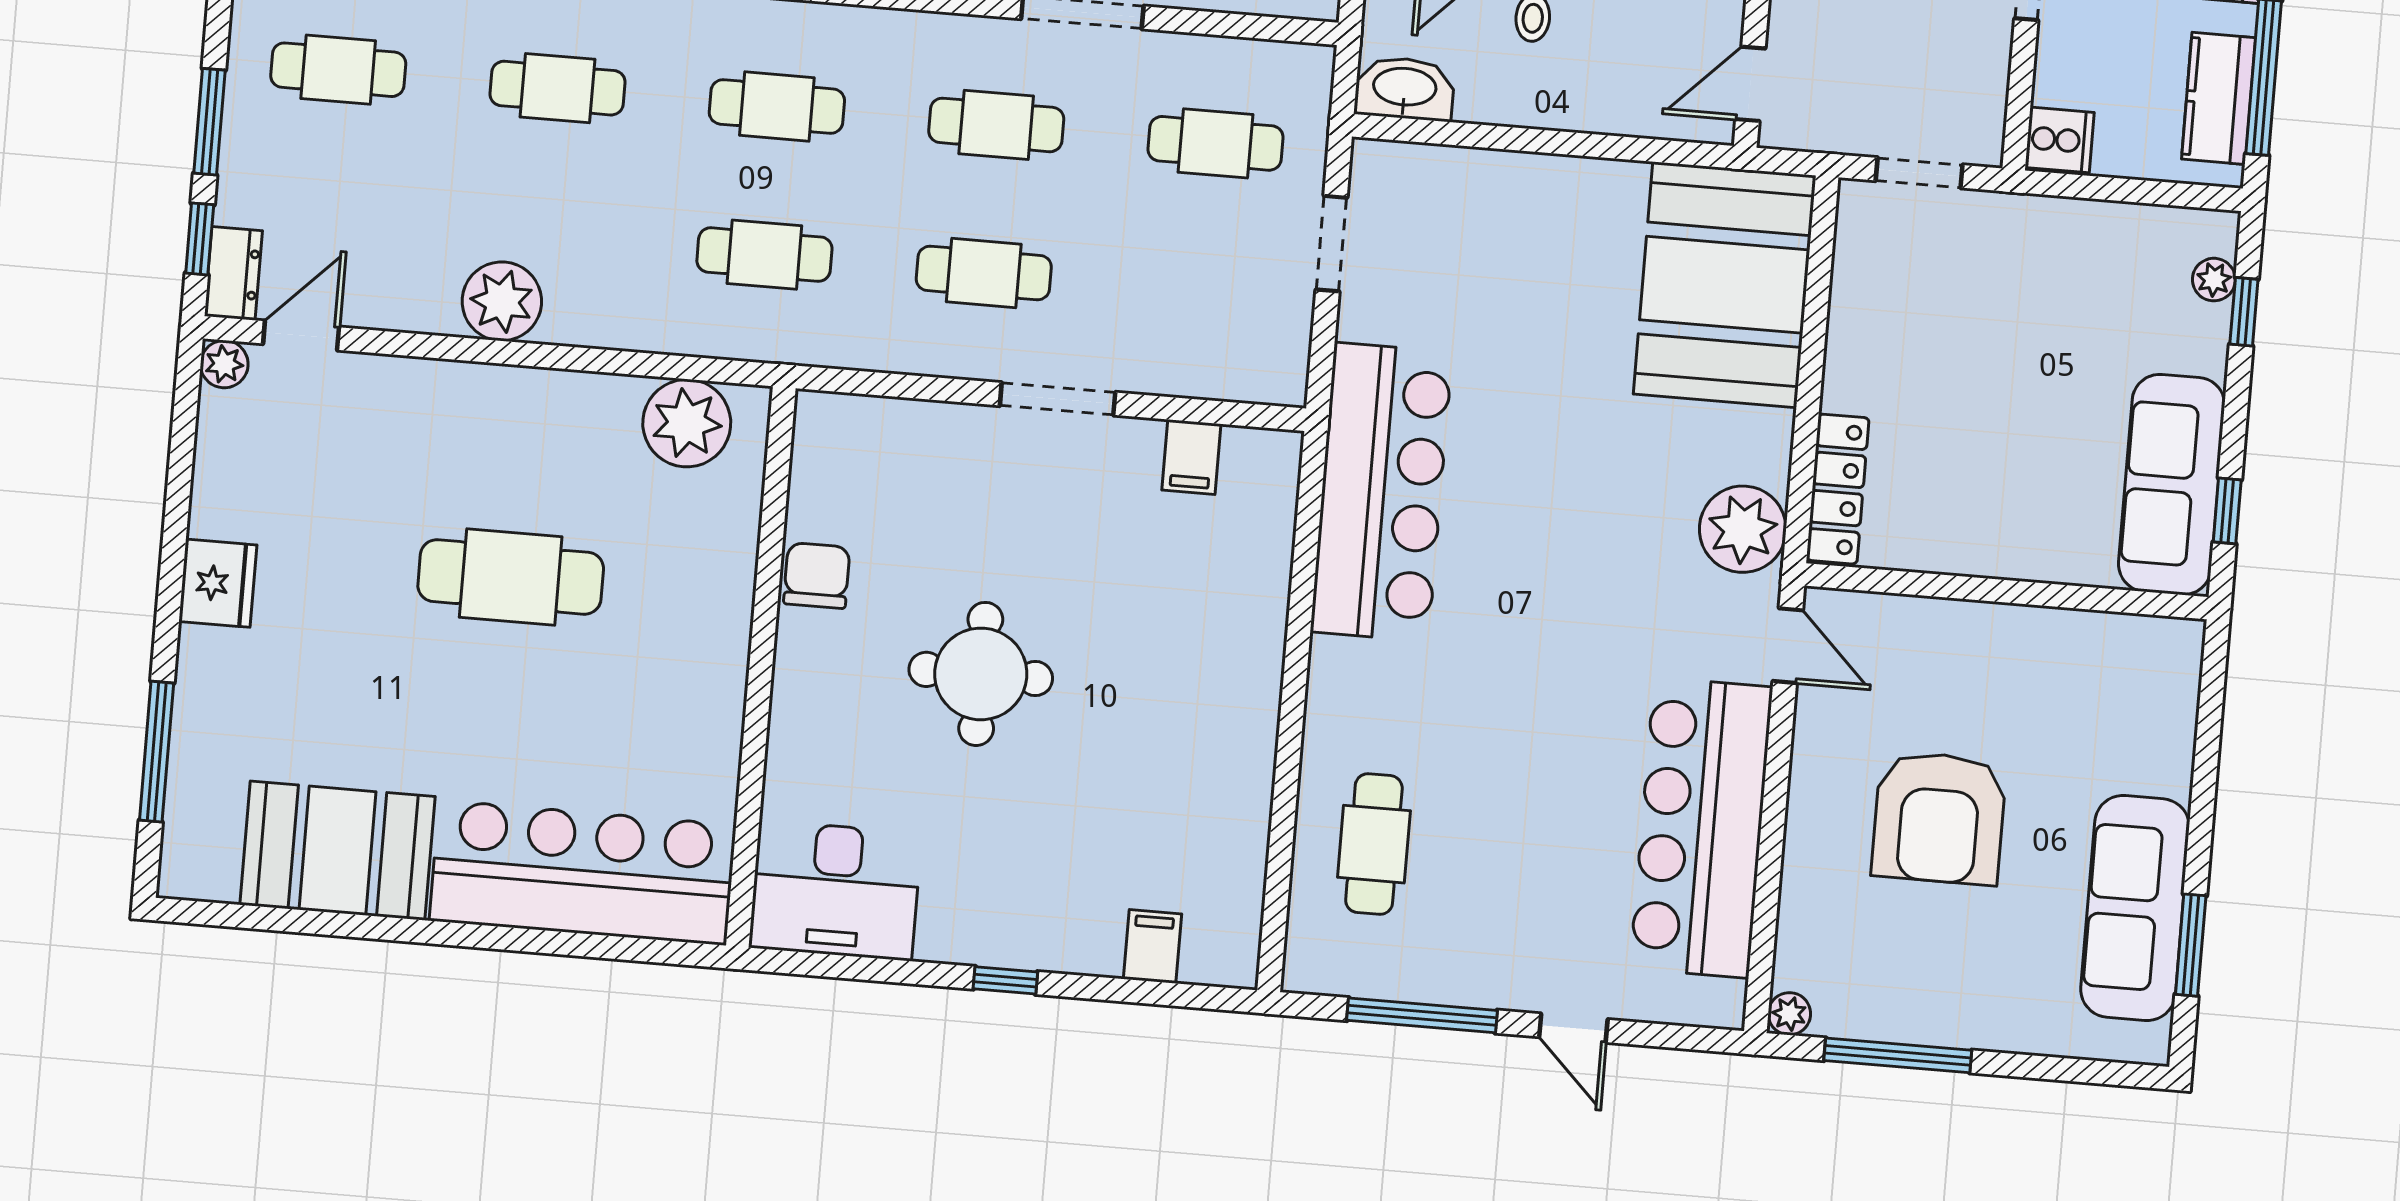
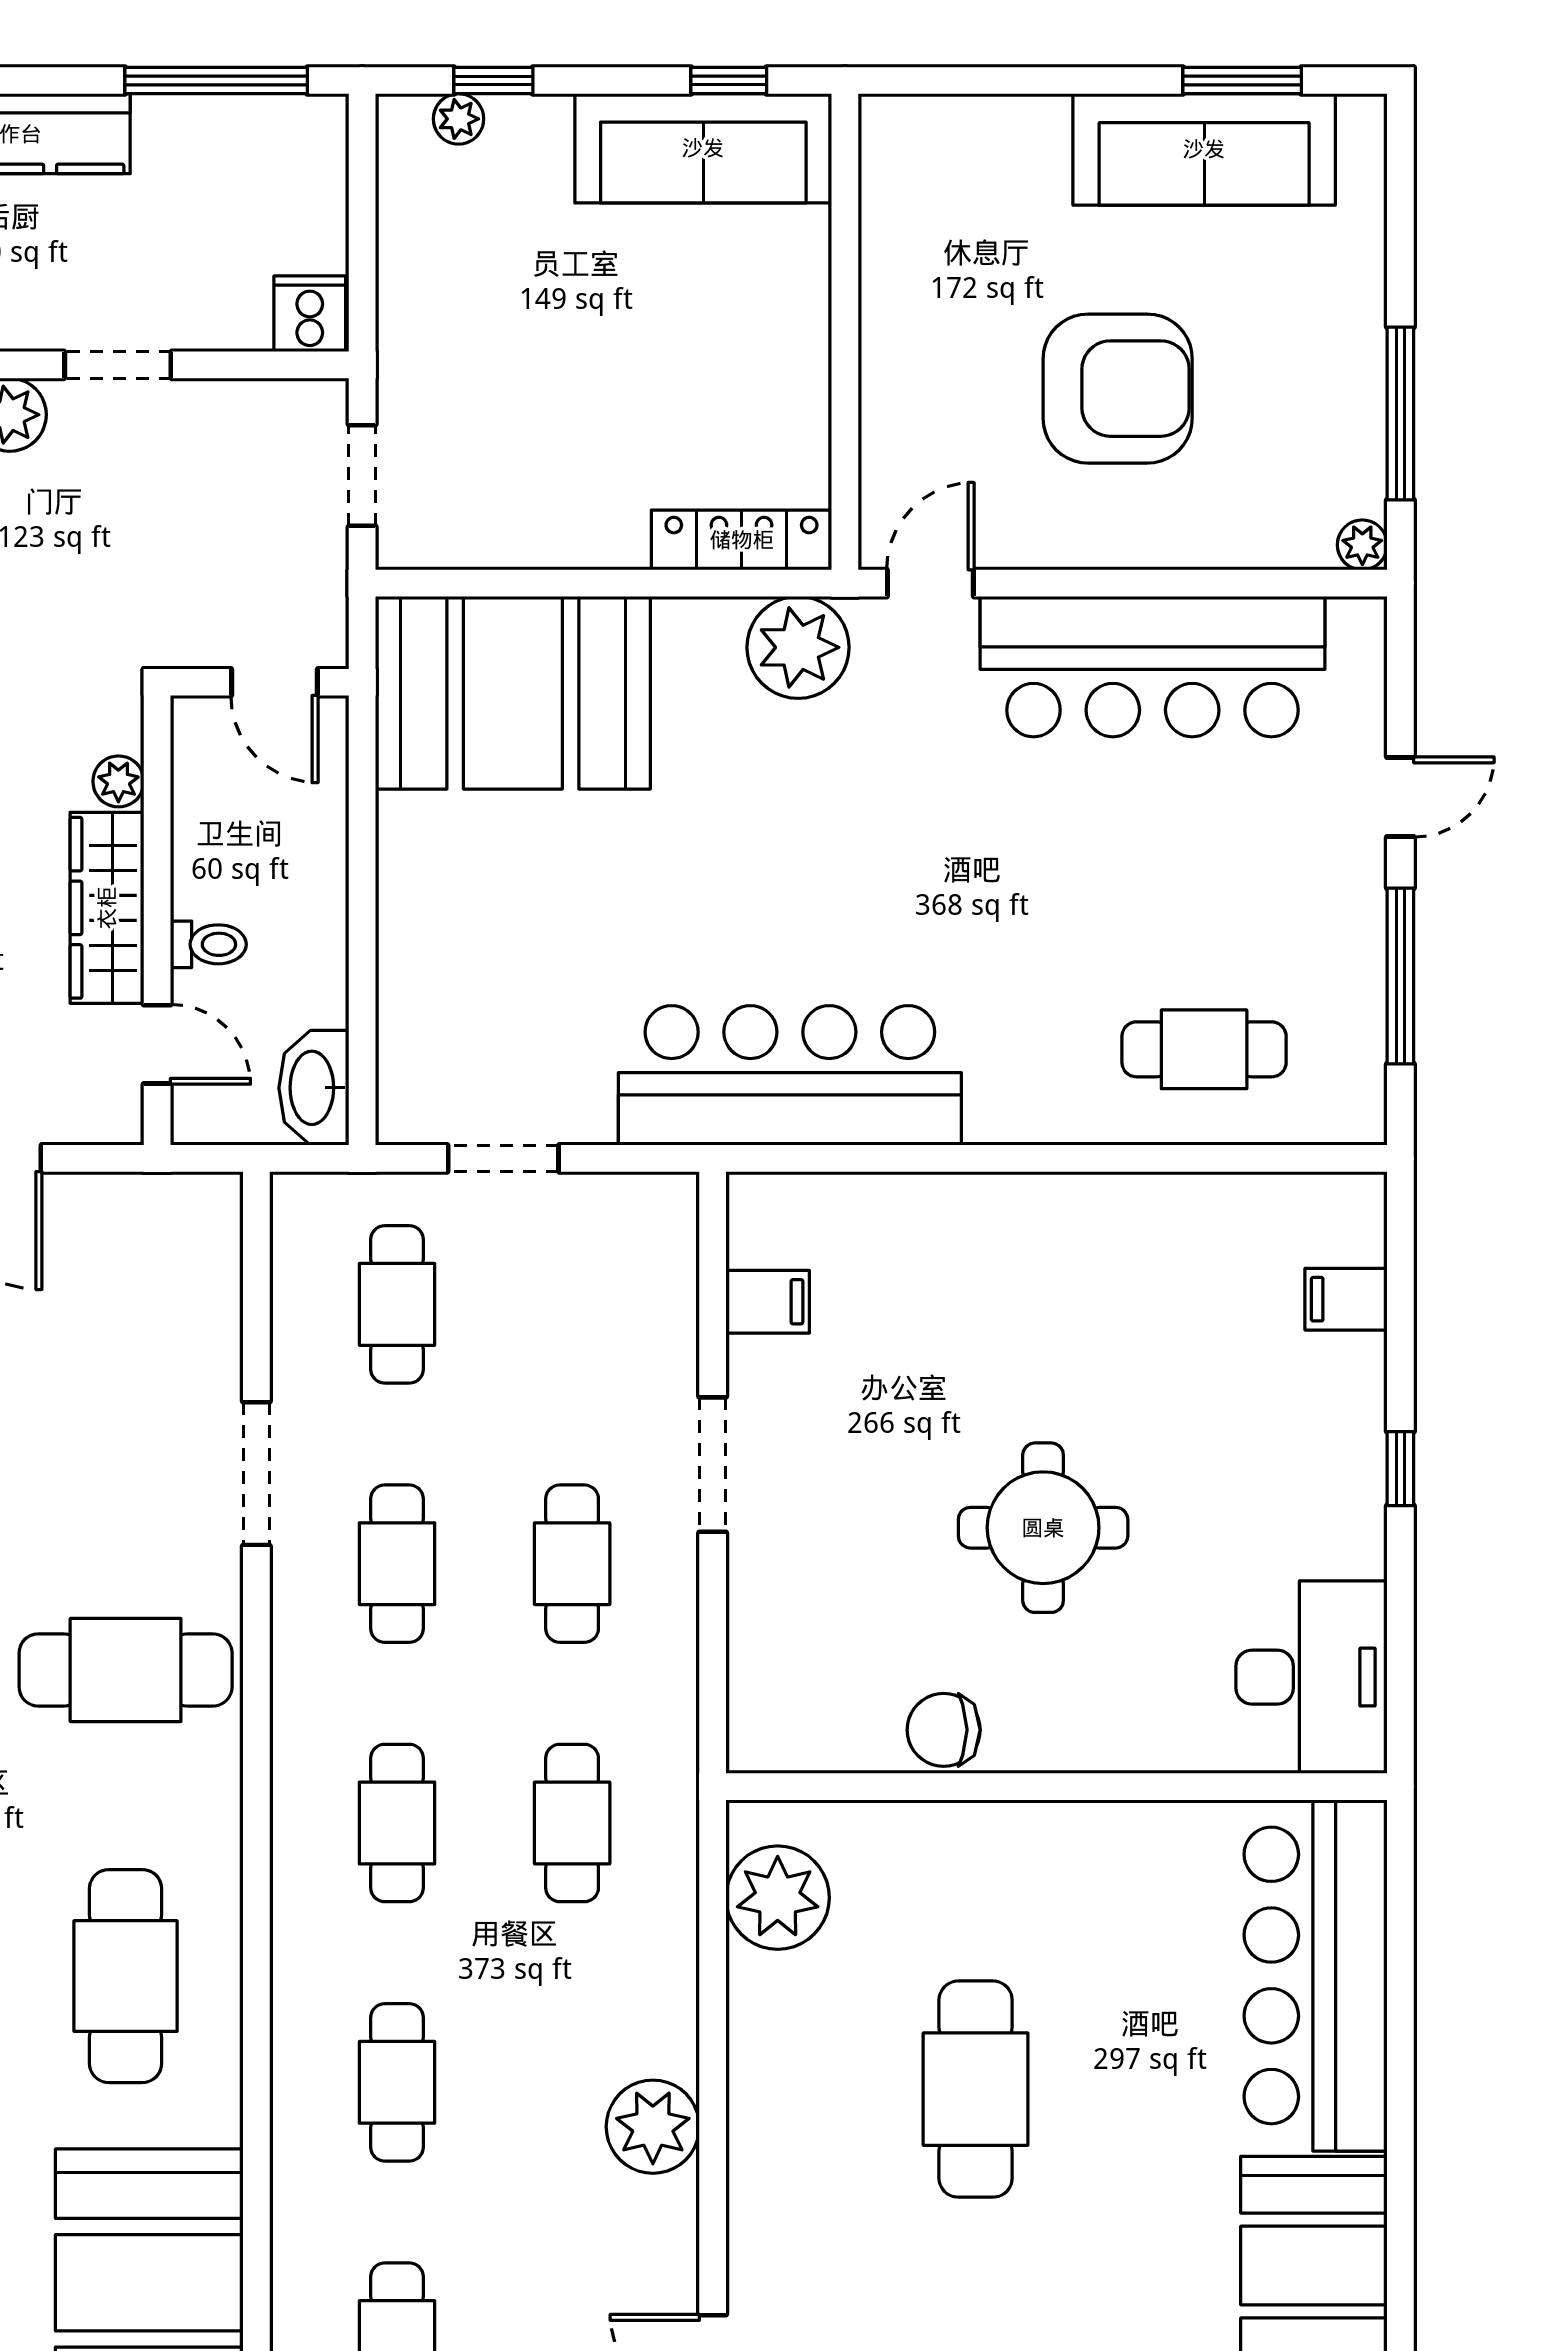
kitchen counter: (2219, 98) -> (245, 131), removed

